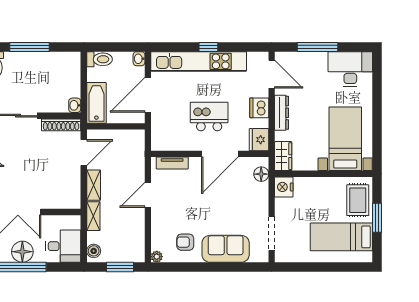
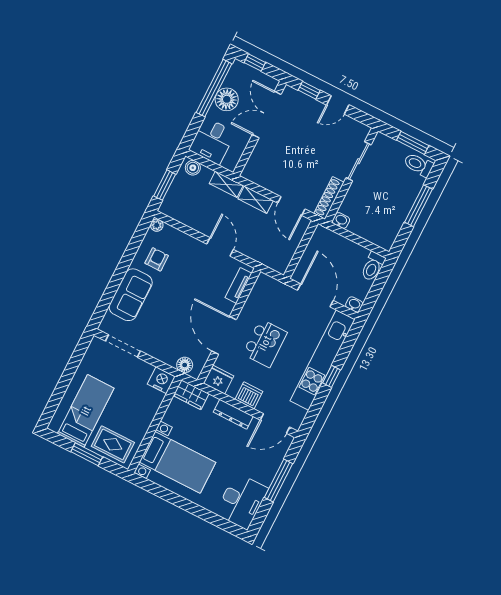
bathtub: (96, 103) -> (333, 242), removed

